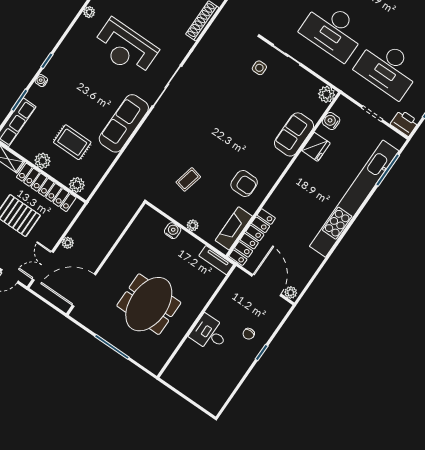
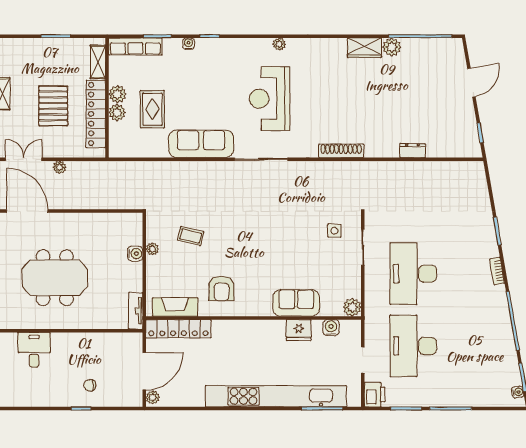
plant: (77, 185) -> (117, 112), moved
plant: (193, 225) -> (152, 249), moved
desk: (209, 333) -> (34, 350), moved

